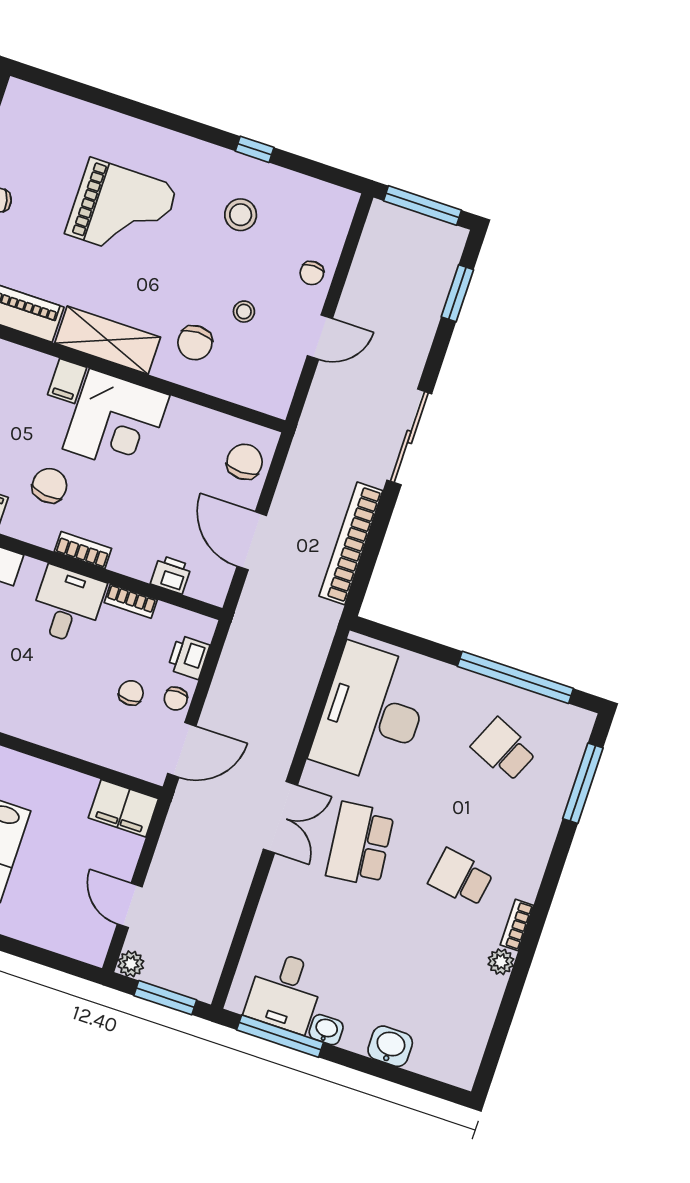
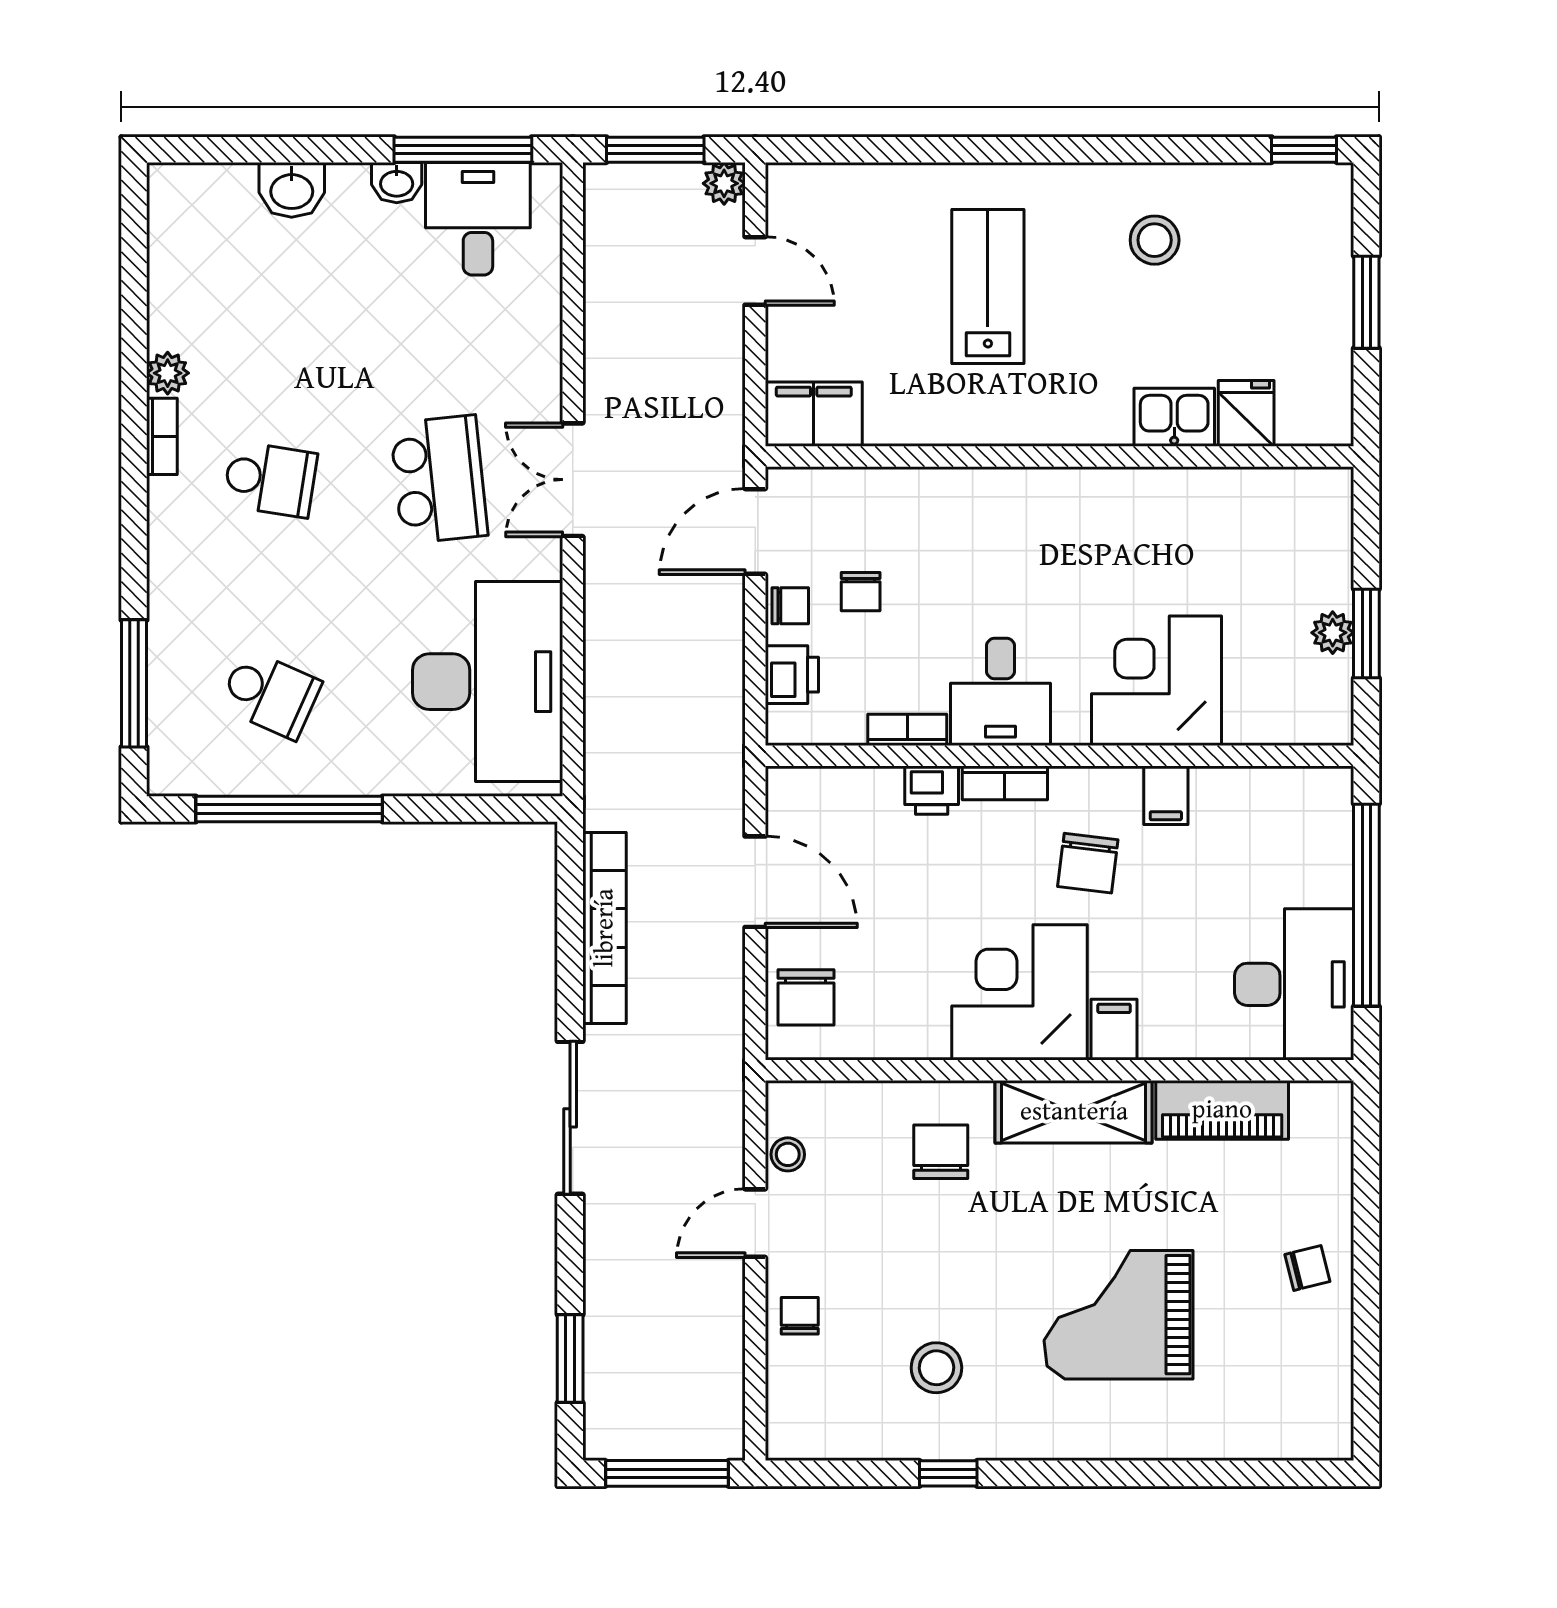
stool: (244, 312) -> (788, 1154), moved
printer: (171, 575) -> (932, 790), moved
chair: (176, 699) -> (790, 606), turned 90

